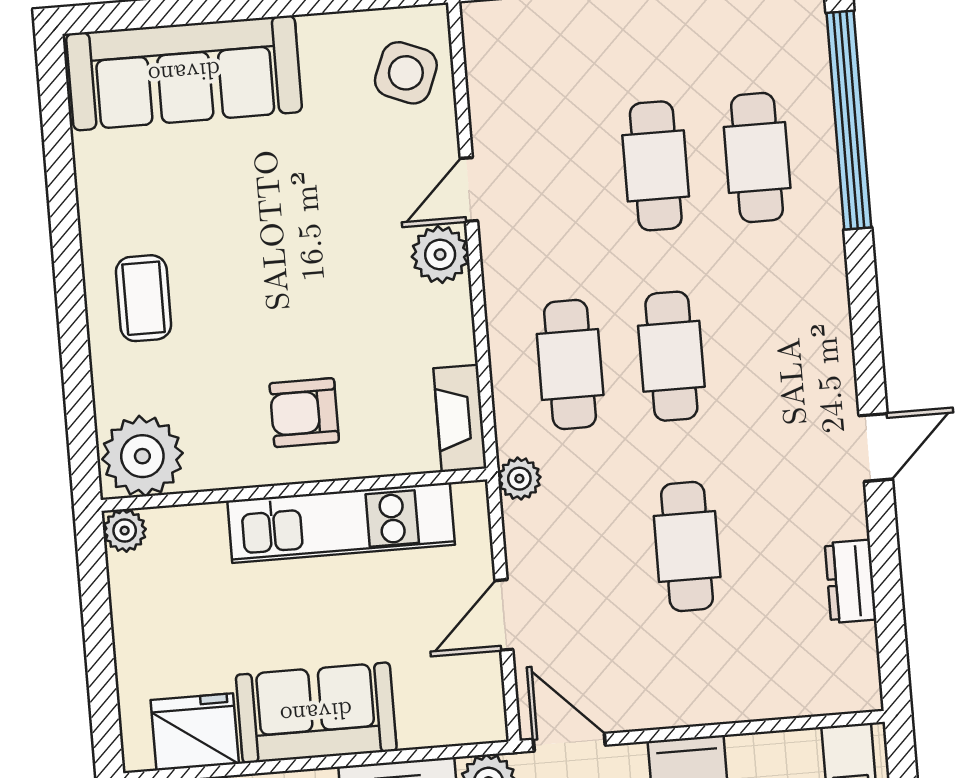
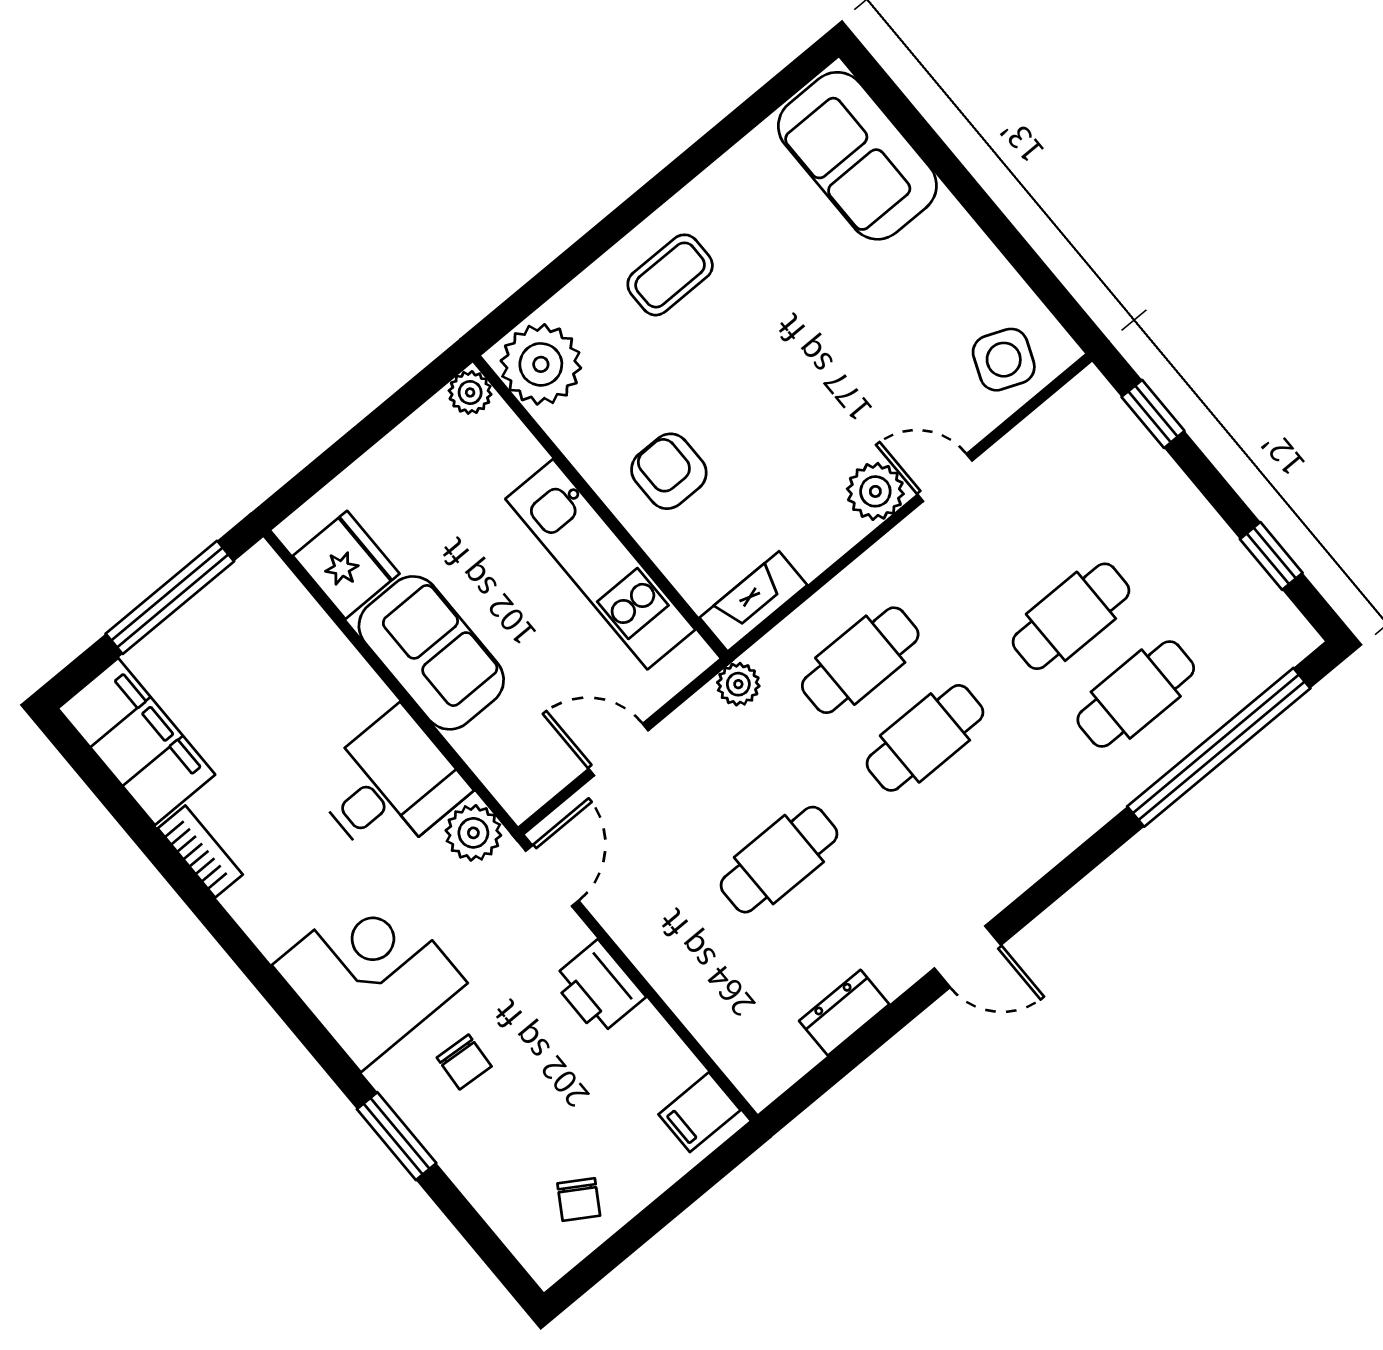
sofa: (184, 73) -> (857, 156), width x0.73

